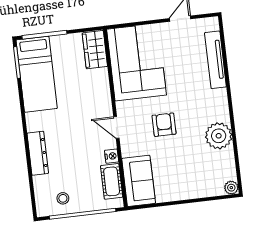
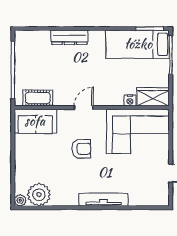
tv unit: (215, 60) -> (103, 200), moved
plant: (219, 136) -> (39, 195), moved
nightstand: (112, 156) -> (130, 101), moved
stool: (63, 198) -> (28, 54), removed

